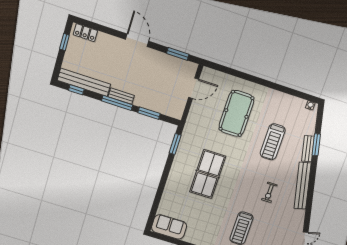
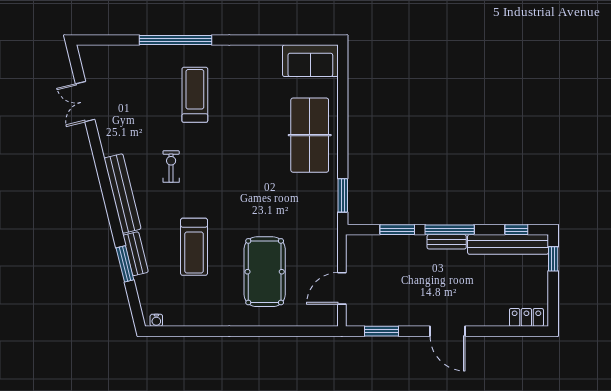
window: (64, 42) -> (553, 259), moved
treadmill: (273, 142) -> (194, 247), turned 180
table tennis table: (208, 174) -> (310, 135), moved

